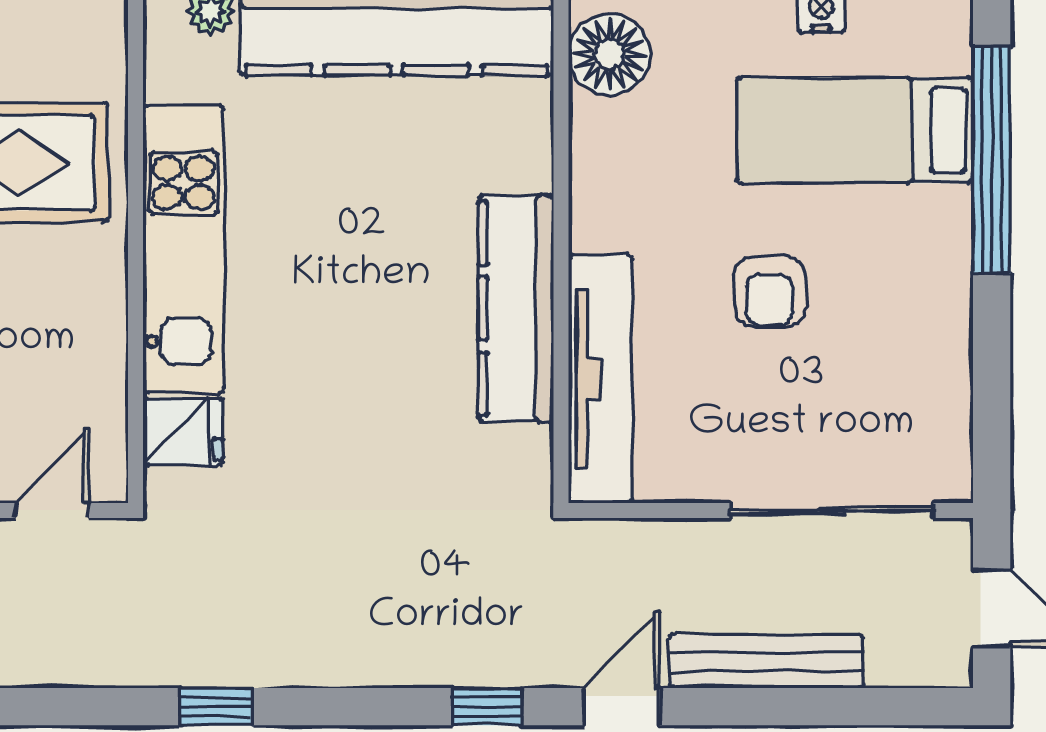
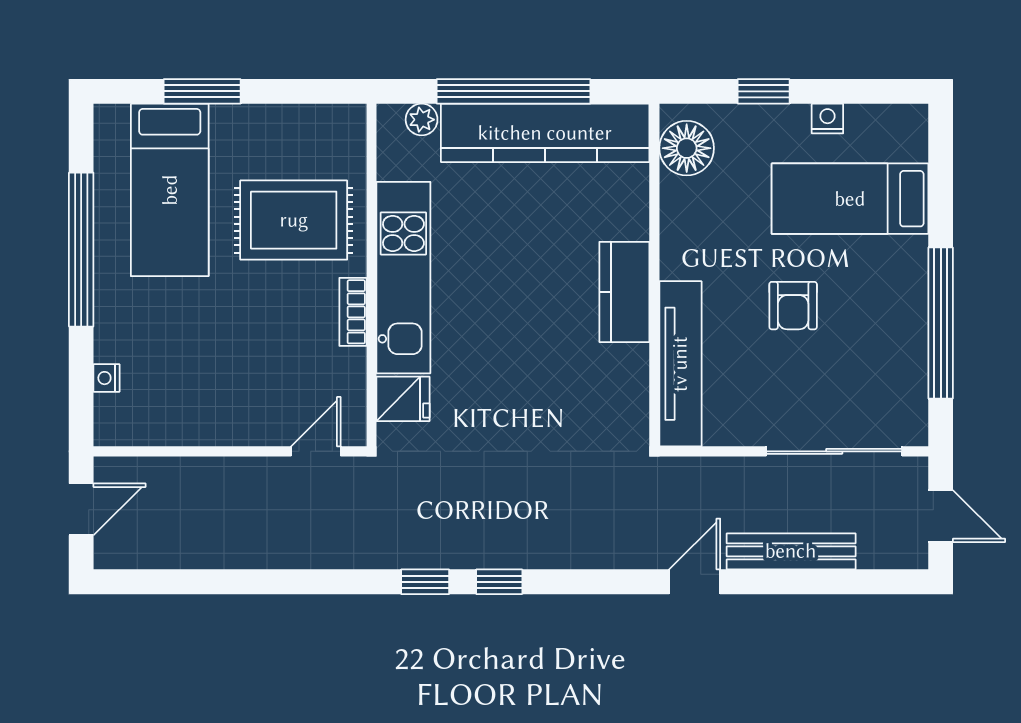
window: (992, 160) -> (941, 323), moved
bookcase: (108, 301) -> (353, 312), added
kitchen counter: (516, 308) -> (624, 292), width x0.67
window: (487, 707) -> (499, 582), moved

